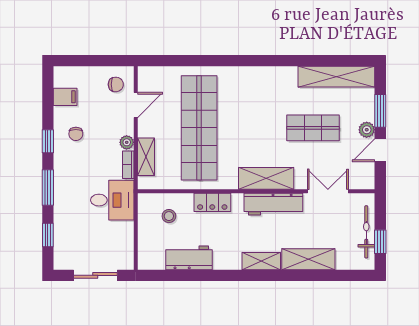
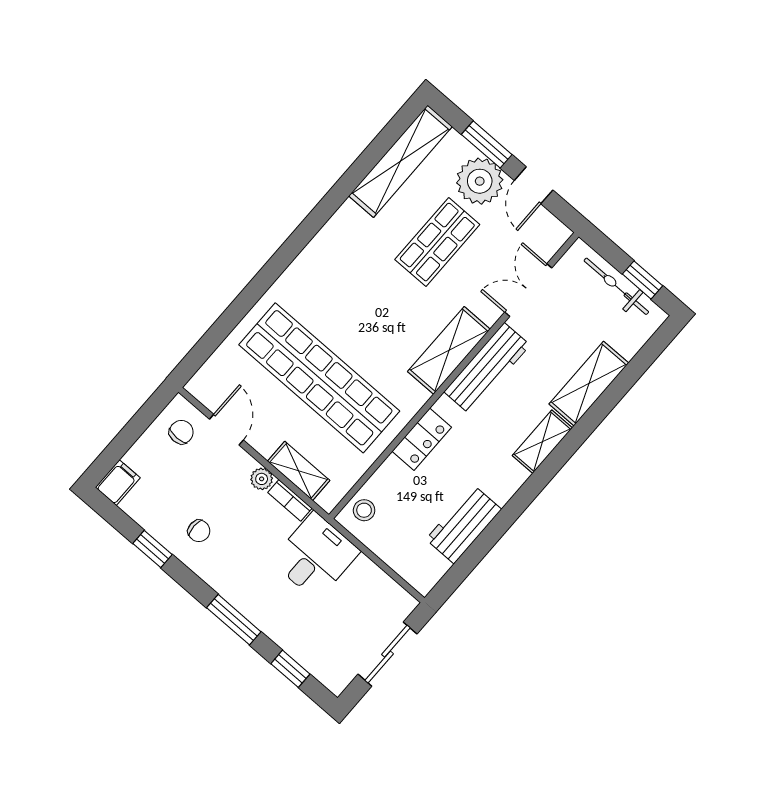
filing cabinet: (65, 97) -> (118, 483), moved
plant: (367, 130) -> (480, 181), width x1.87, depth x1.87
window: (48, 141) -> (153, 549), moved
stool: (169, 216) -> (364, 510), moved

